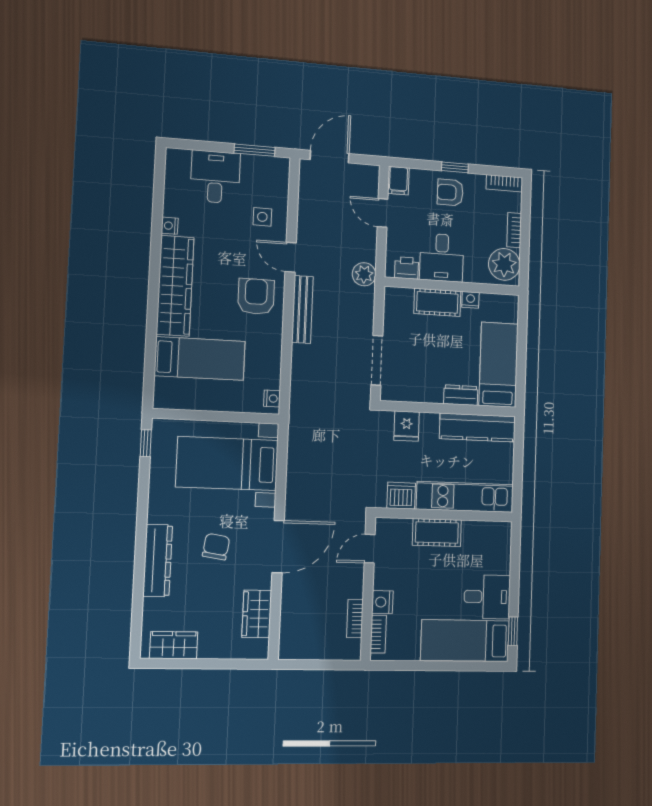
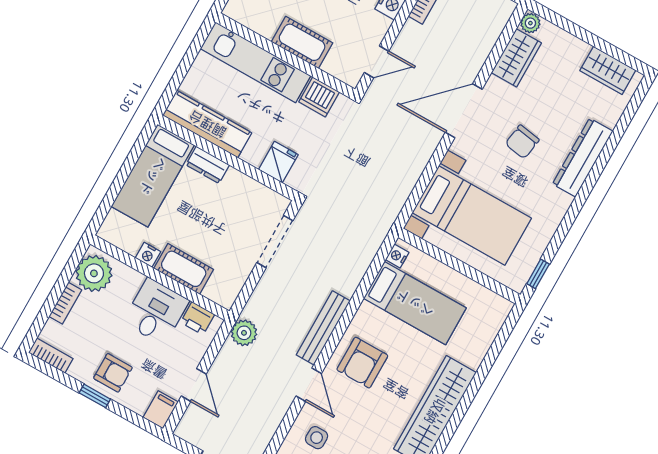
bed: (200, 359) -> (415, 303), moved, turned 180
plant: (260, 649) -> (530, 23), added

